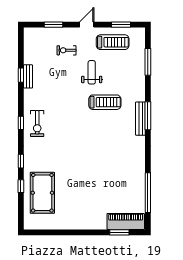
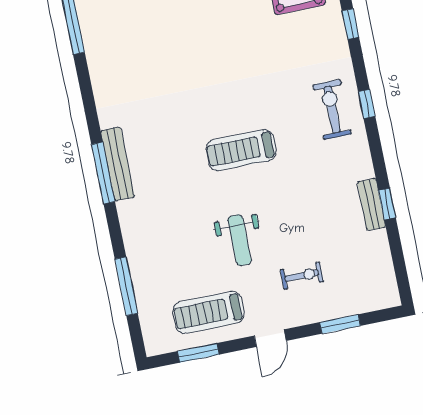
treadmill: (105, 102) -> (241, 150), moved

